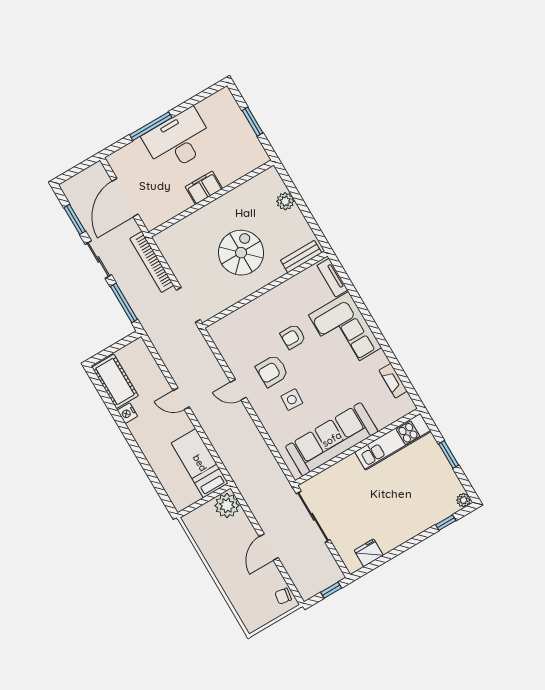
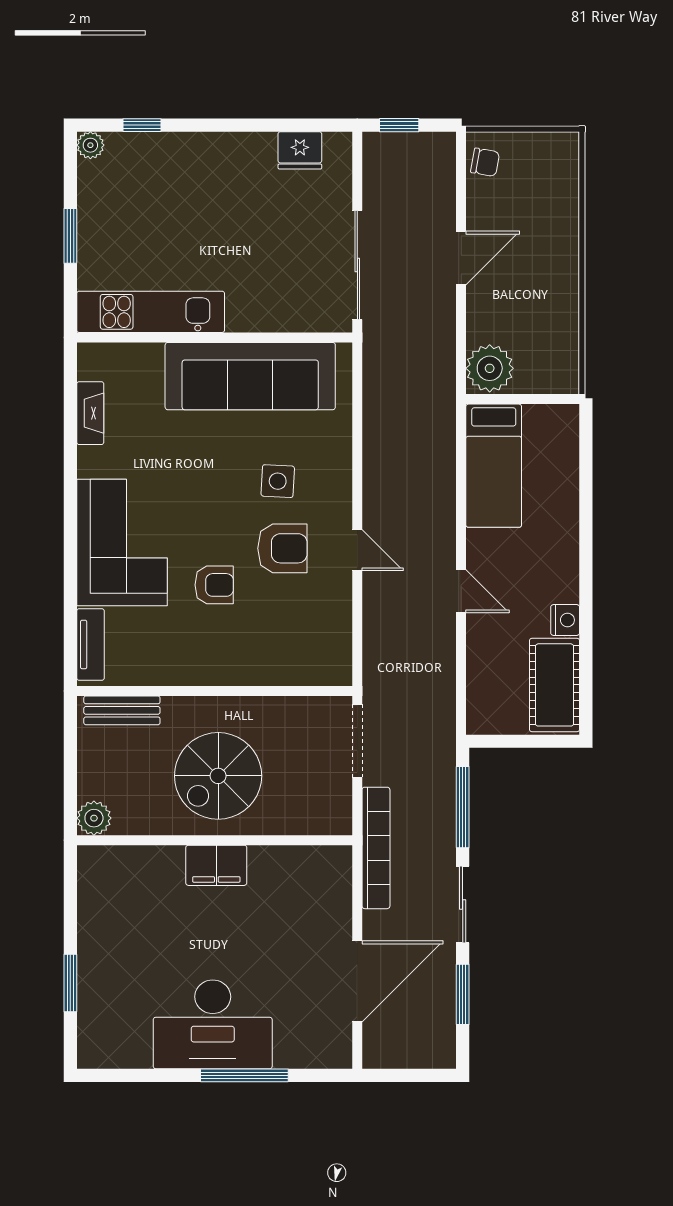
filing cabinet: (204, 188) -> (216, 865), moved
wall: (211, 199) -> (215, 840), moved

